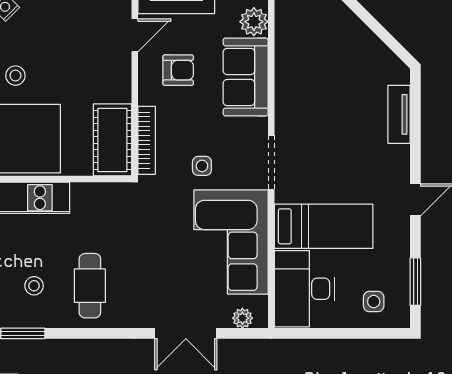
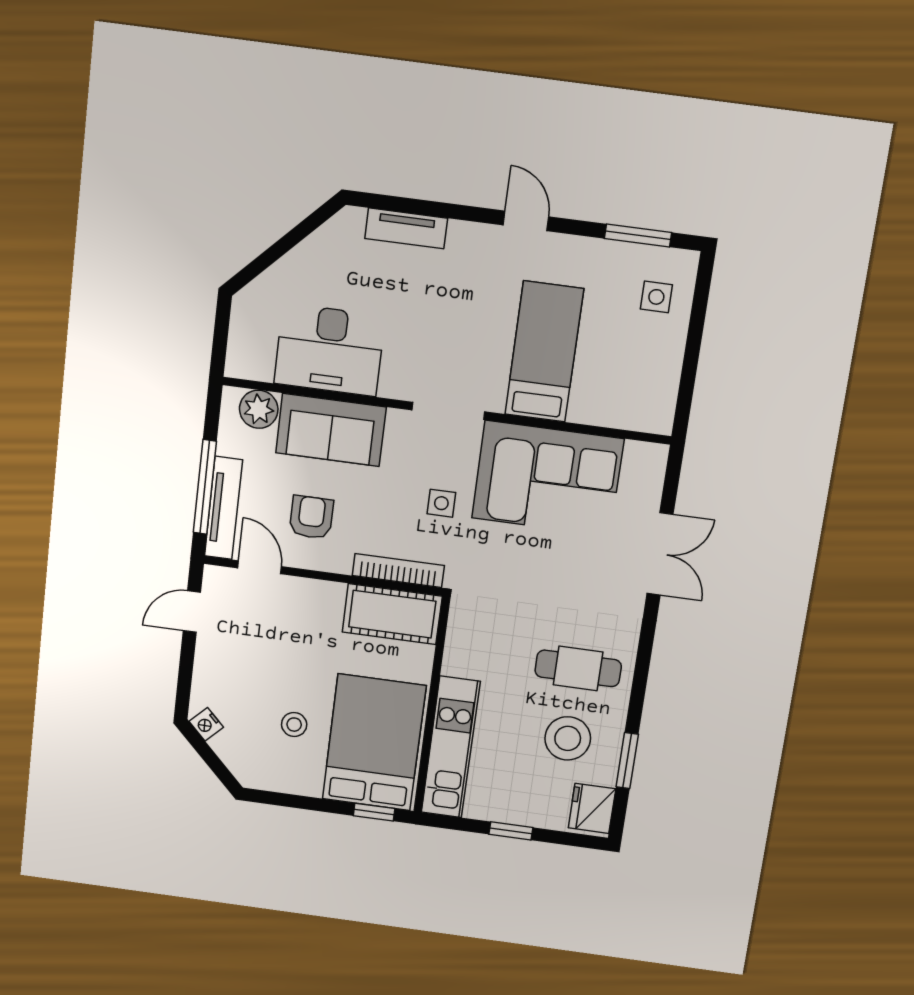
stool: (34, 286) -> (568, 738), width x1.89, depth x1.89
desk: (305, 289) -> (329, 350), moved
plant: (242, 318) -> (651, 477), removed

